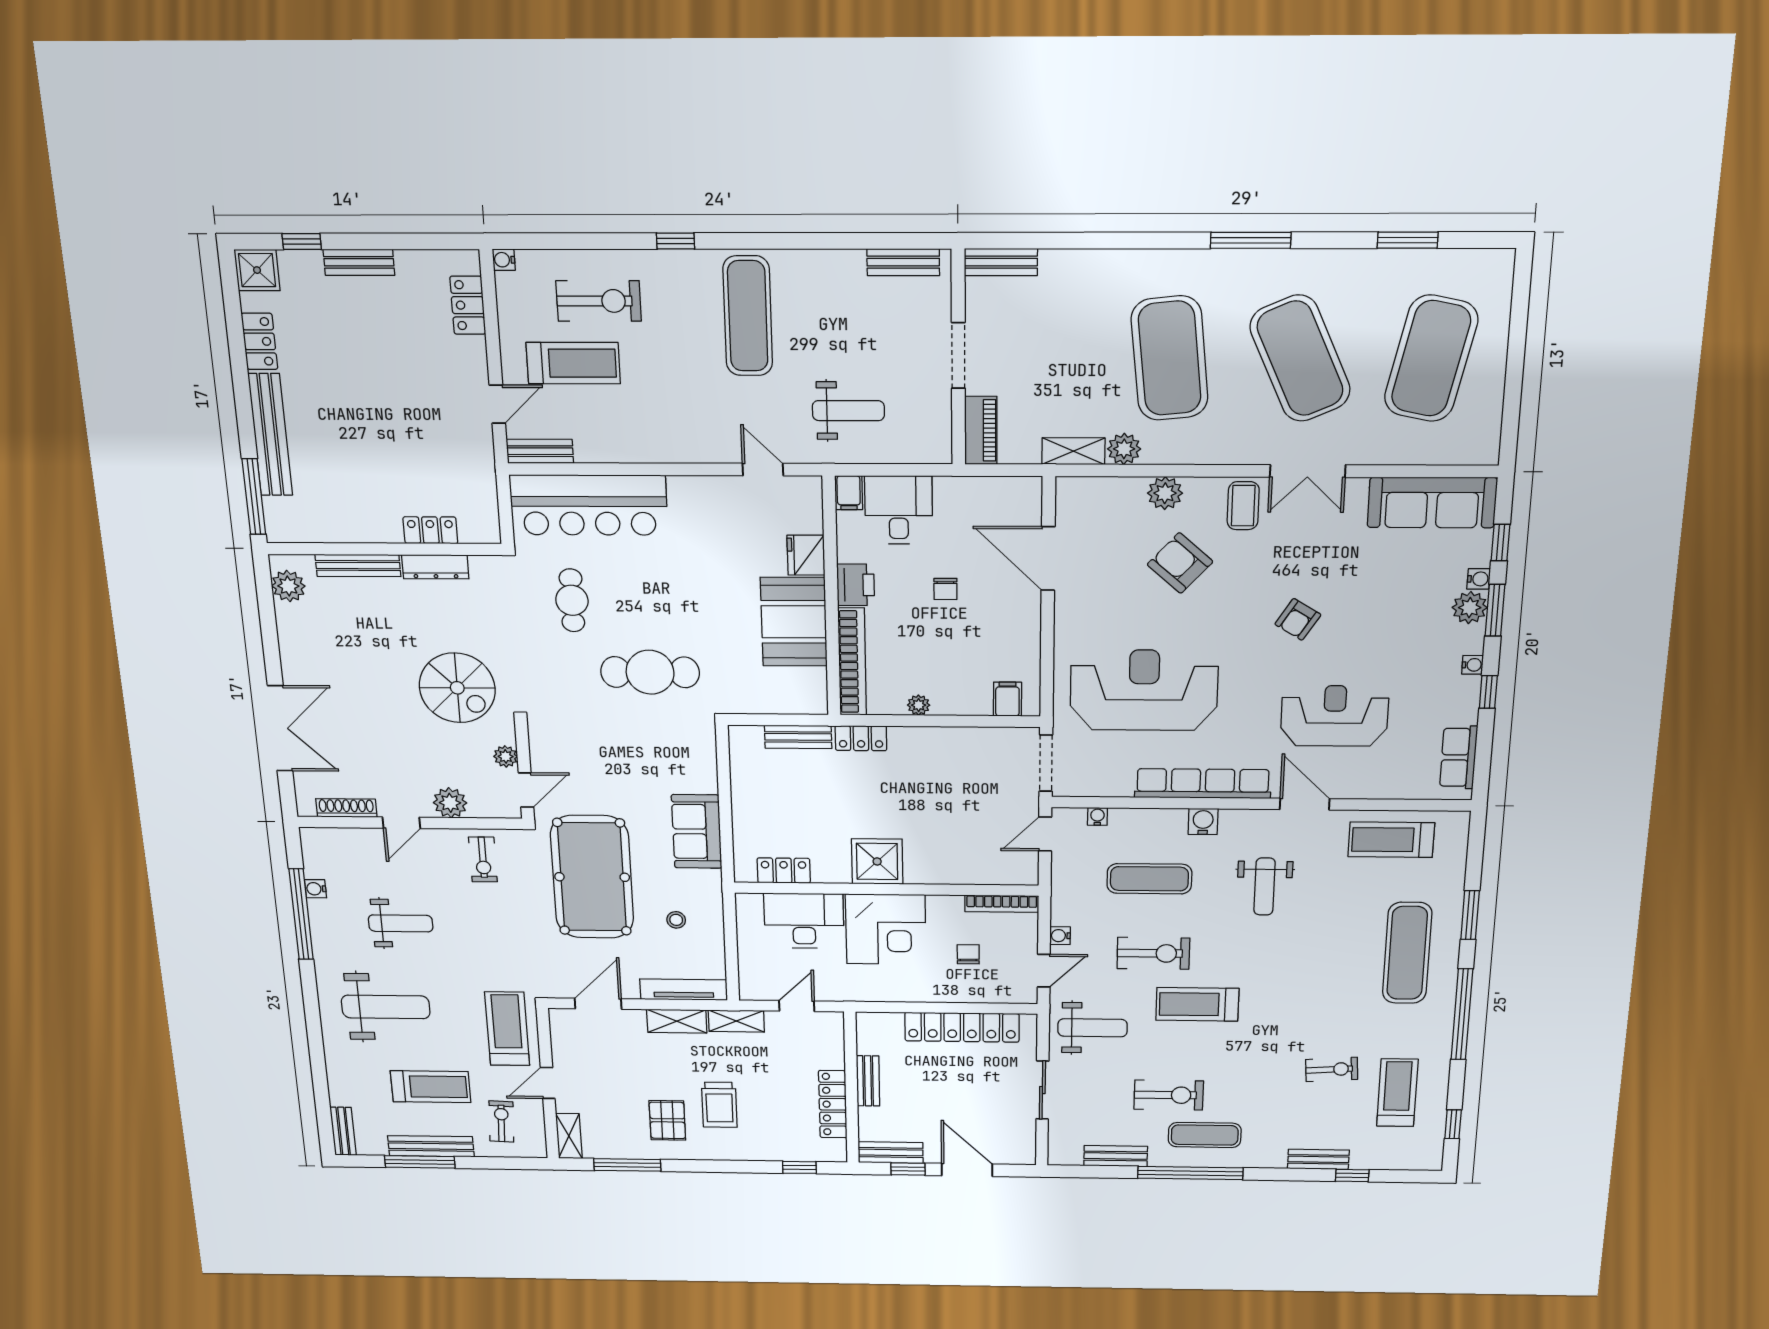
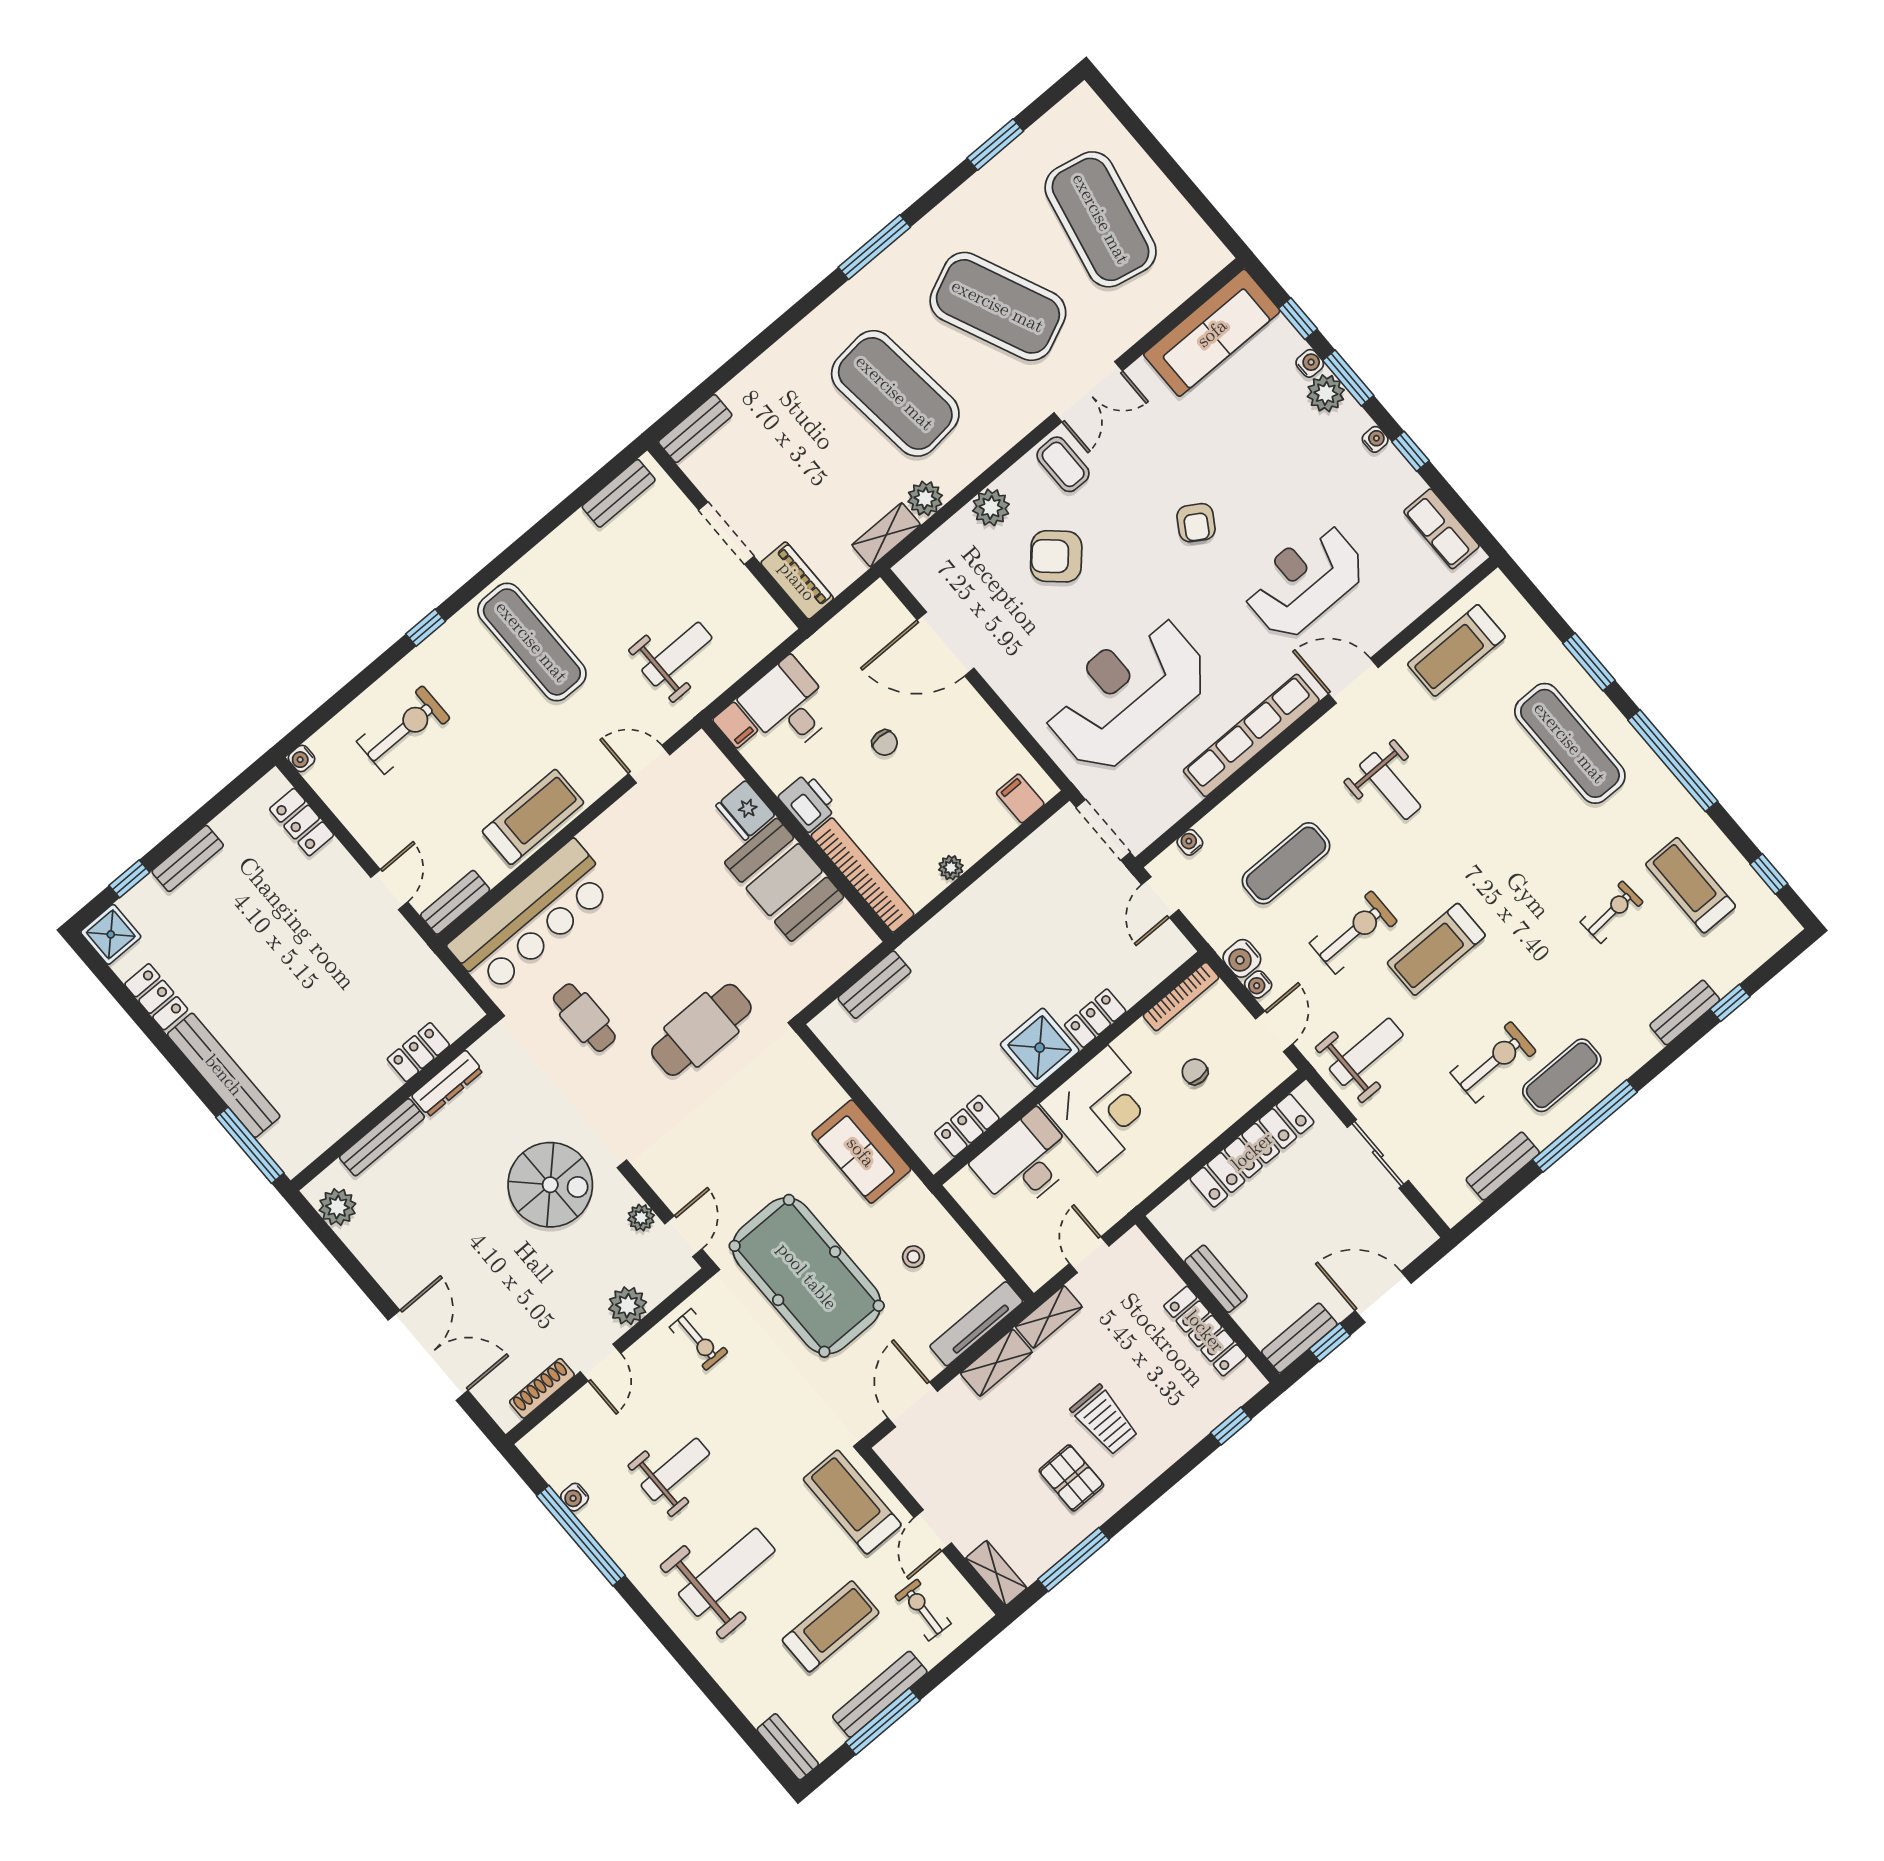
treadmill: (573, 363) -> (533, 817), moved
locker: (861, 738) -> (1095, 1018), moved, turned 180
water cooler: (1203, 822) -> (1242, 958), moved, turned -90

